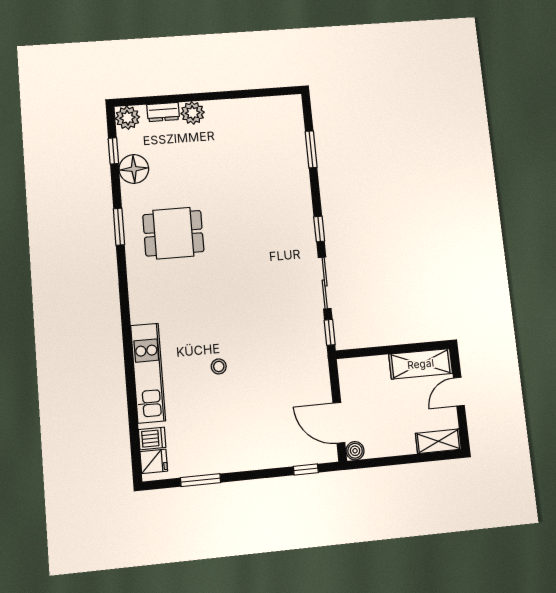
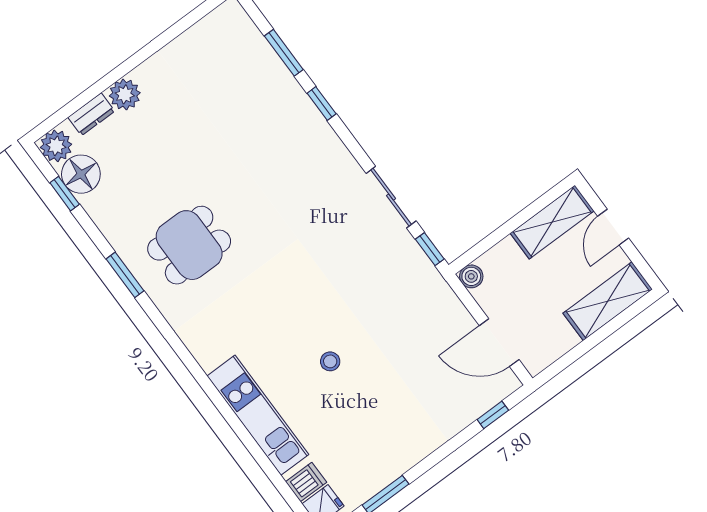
floor lamp: (134, 169) -> (81, 174), moved
window: (319, 229) -> (322, 103), moved
shelving: (438, 441) -> (608, 301), width x1.50, depth x1.33
boiler: (355, 451) -> (471, 276), moved

